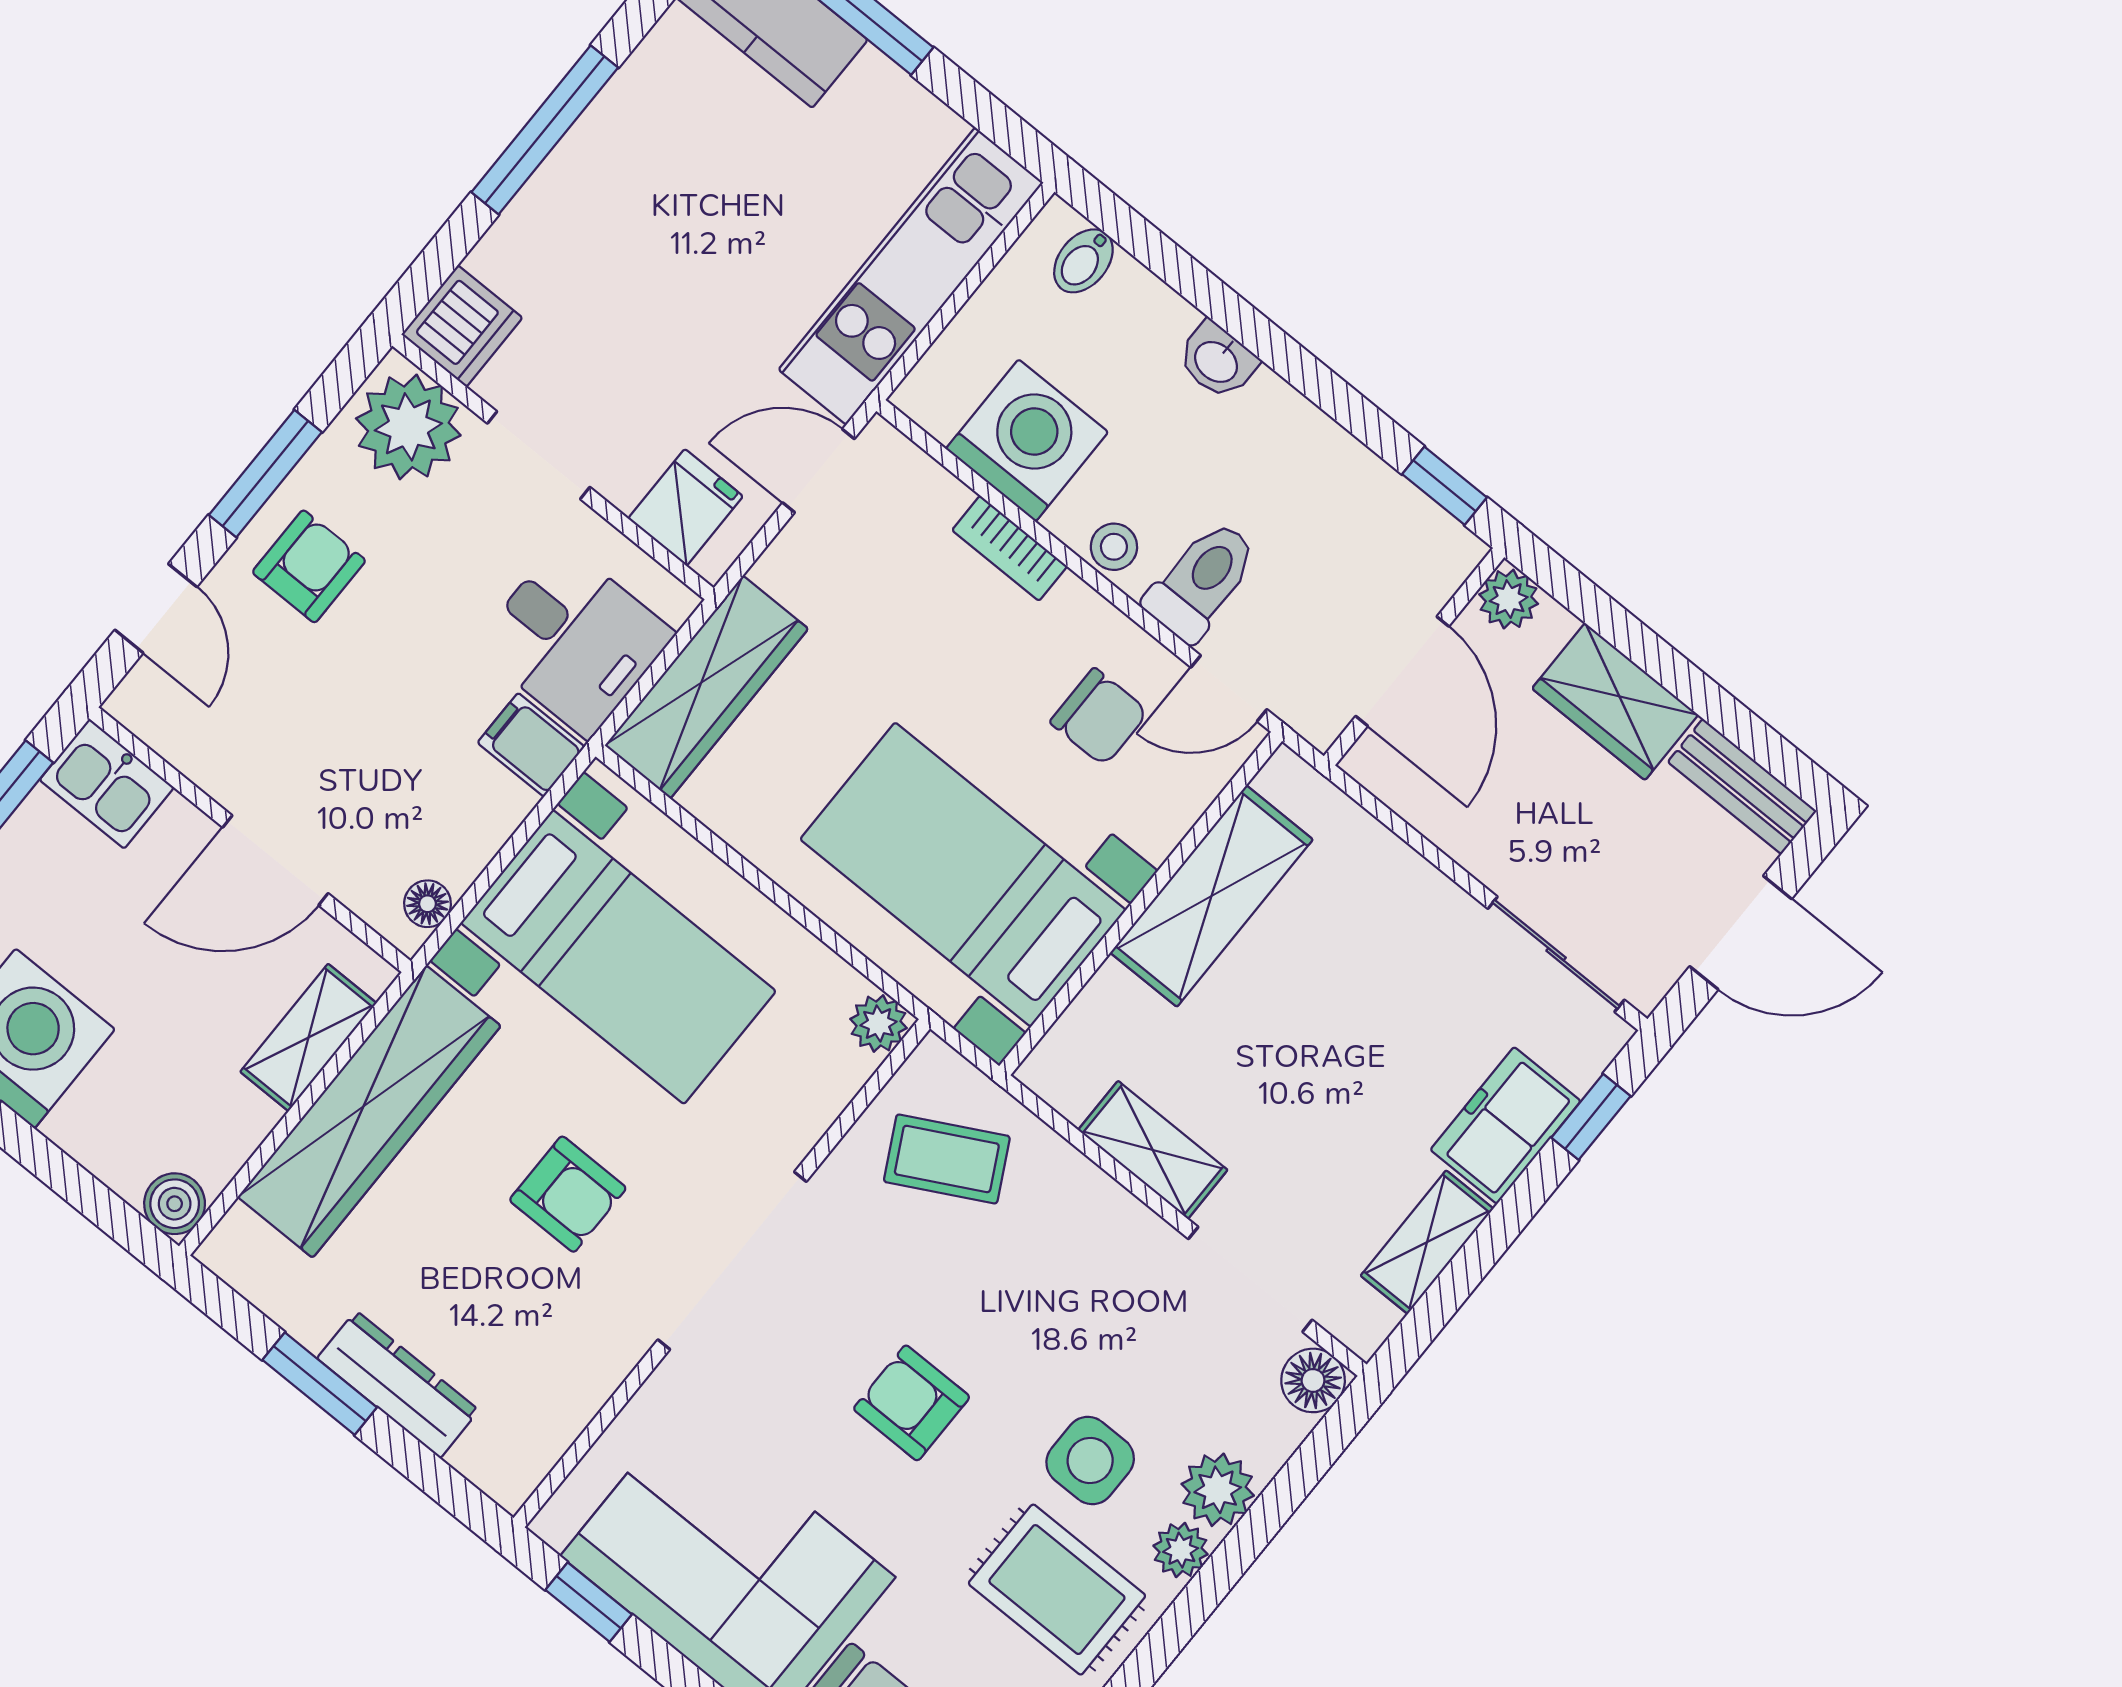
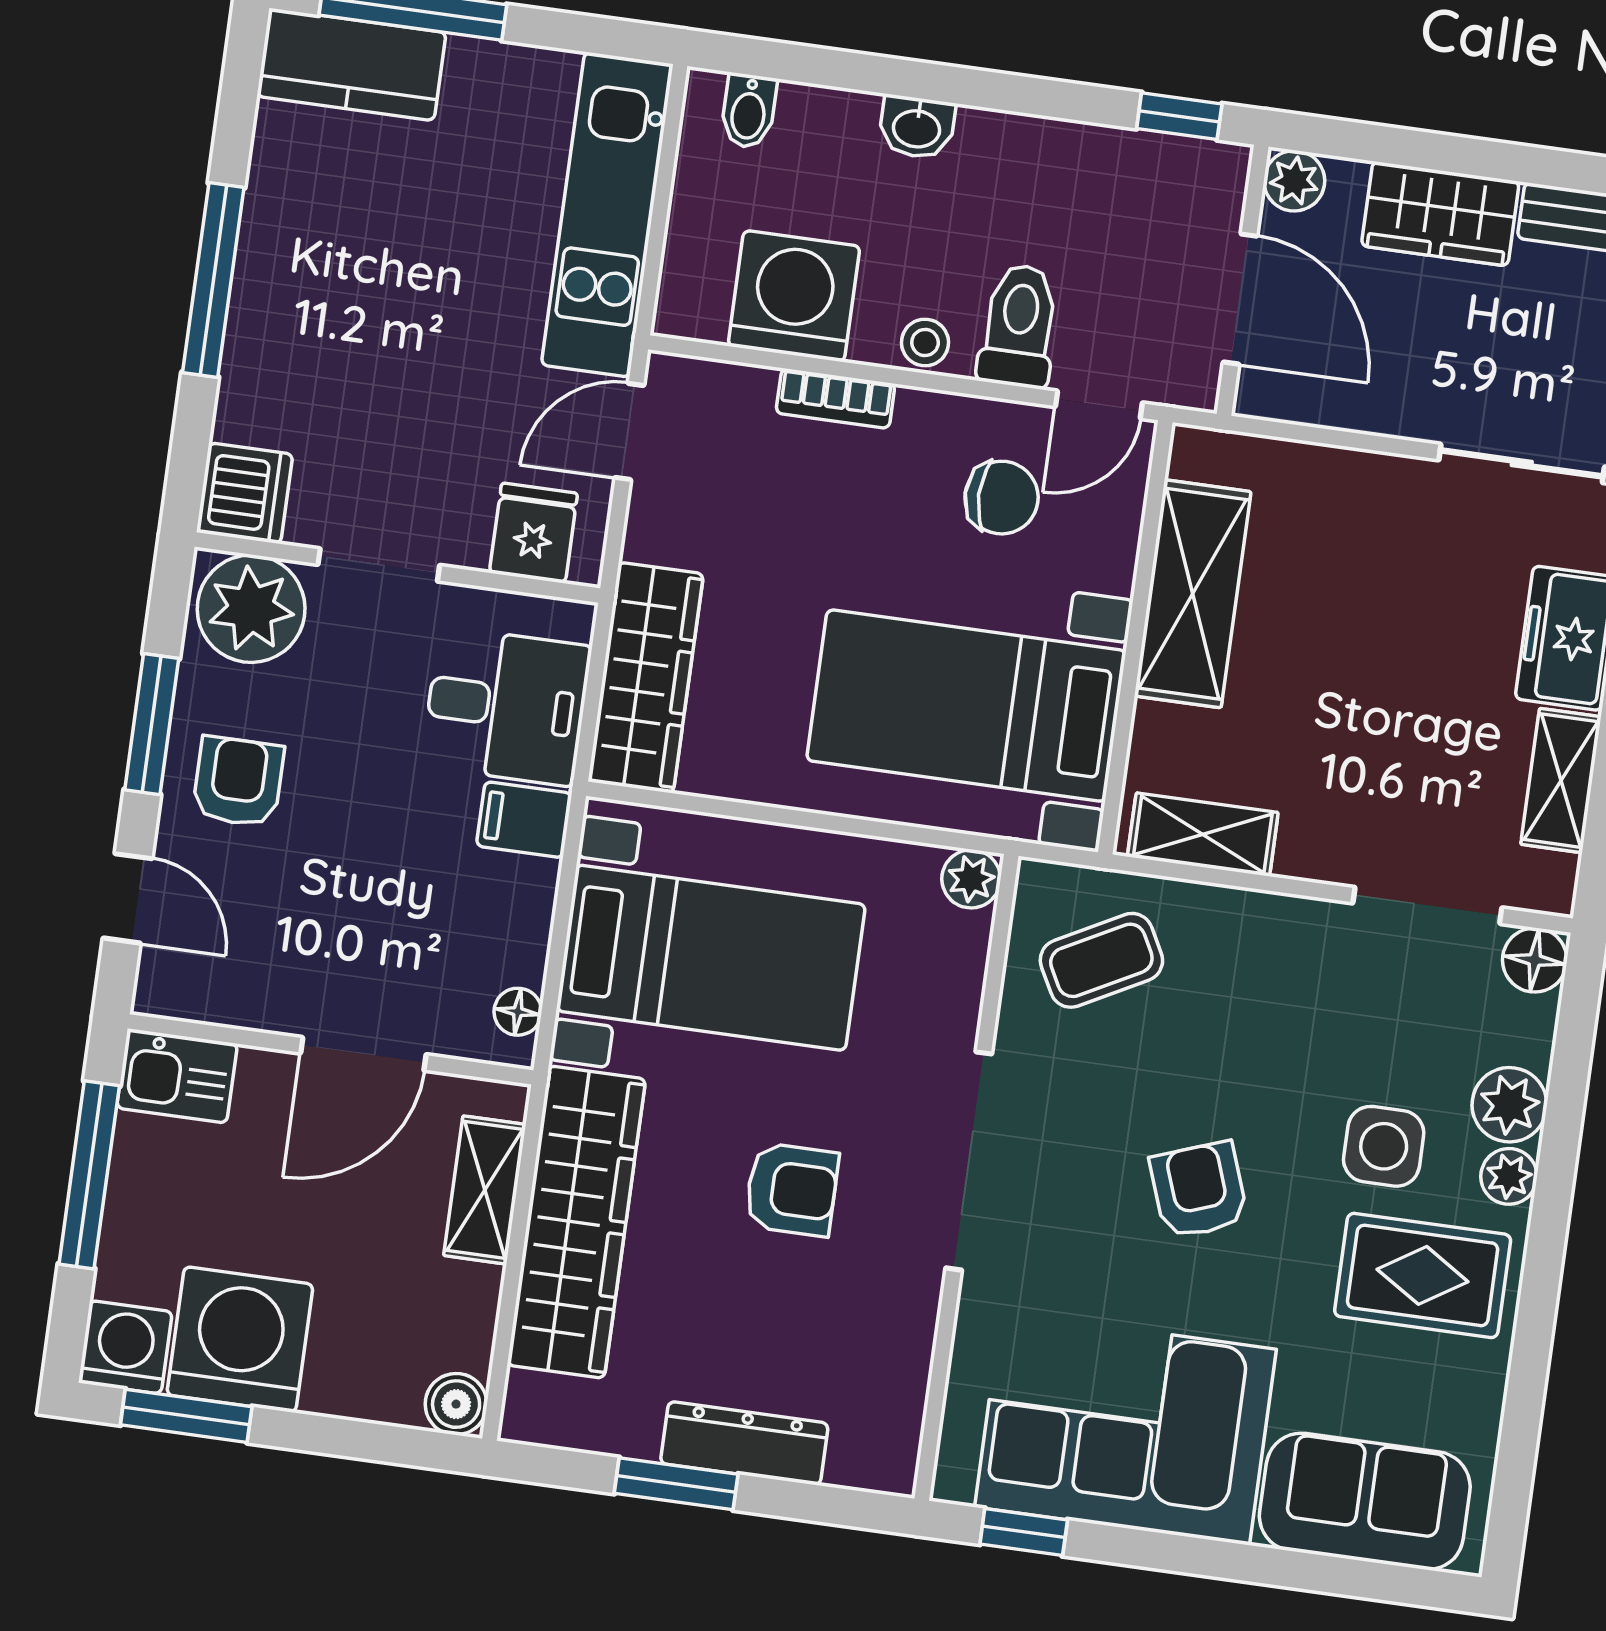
shelving: (1153, 1150) -> (1203, 834), moved
armchair: (912, 1403) -> (1199, 1190), turned 70

